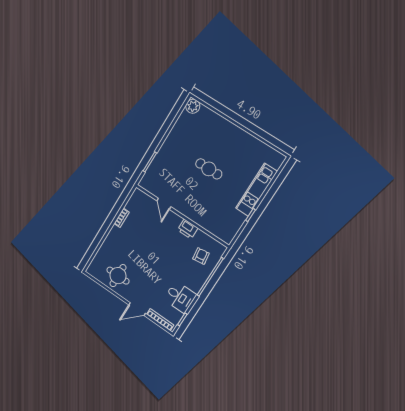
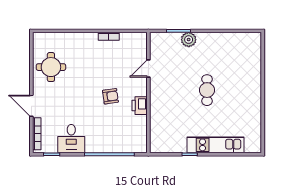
plant: (193, 106) -> (189, 40), moved
armchair: (201, 256) -> (110, 96), moved

